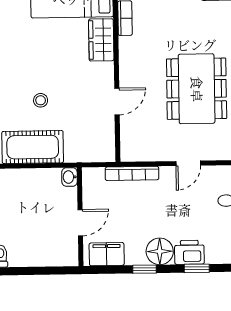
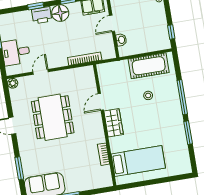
wardrobe: (101, 40) -> (114, 123), moved
door: (188, 163) -> (41, 72), moved
washbasin: (69, 177) -> (121, 40), moved

